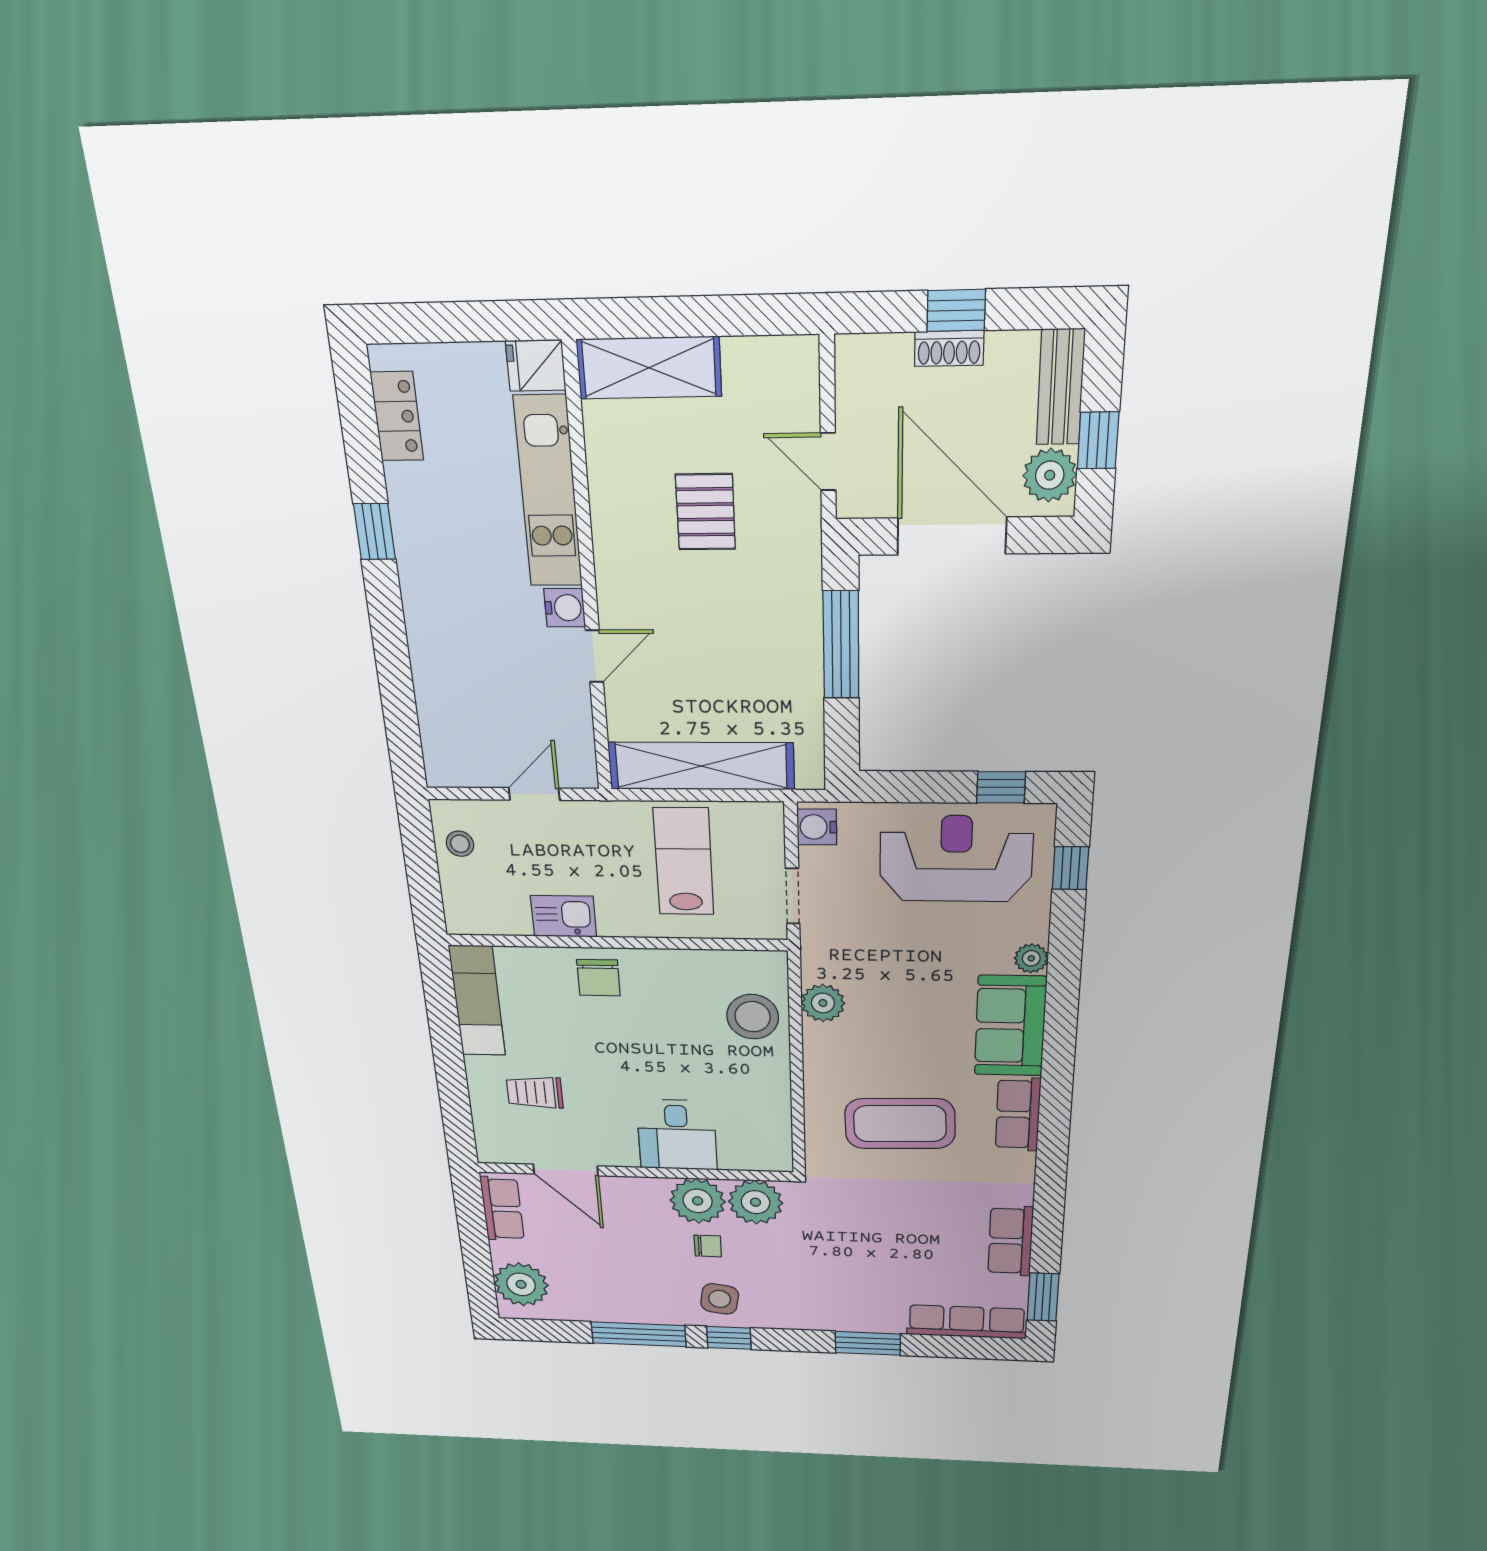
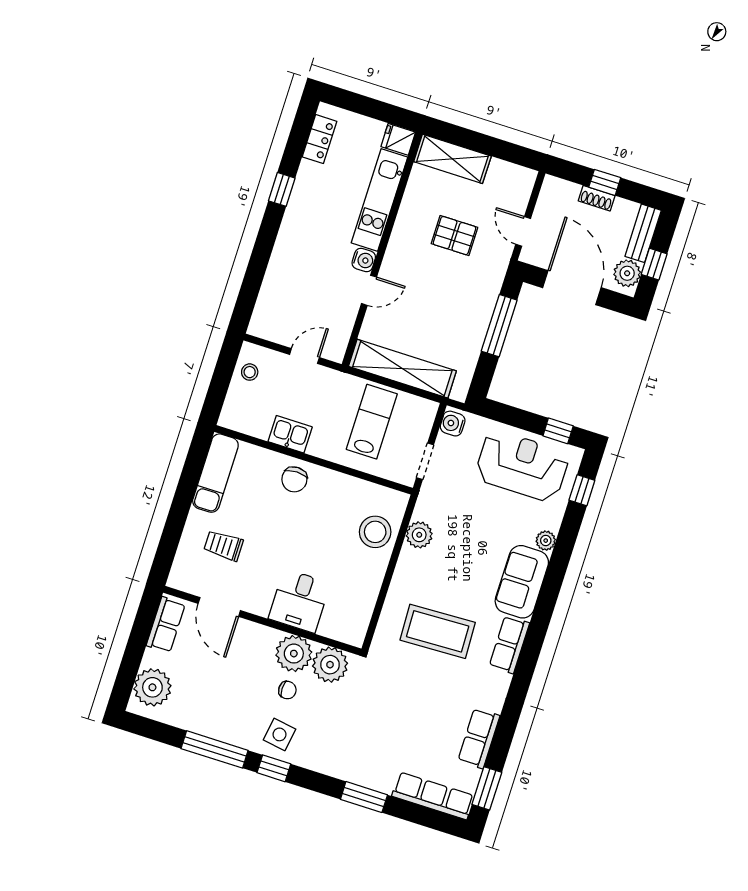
pallet: (705, 512) -> (454, 236), turned 90

